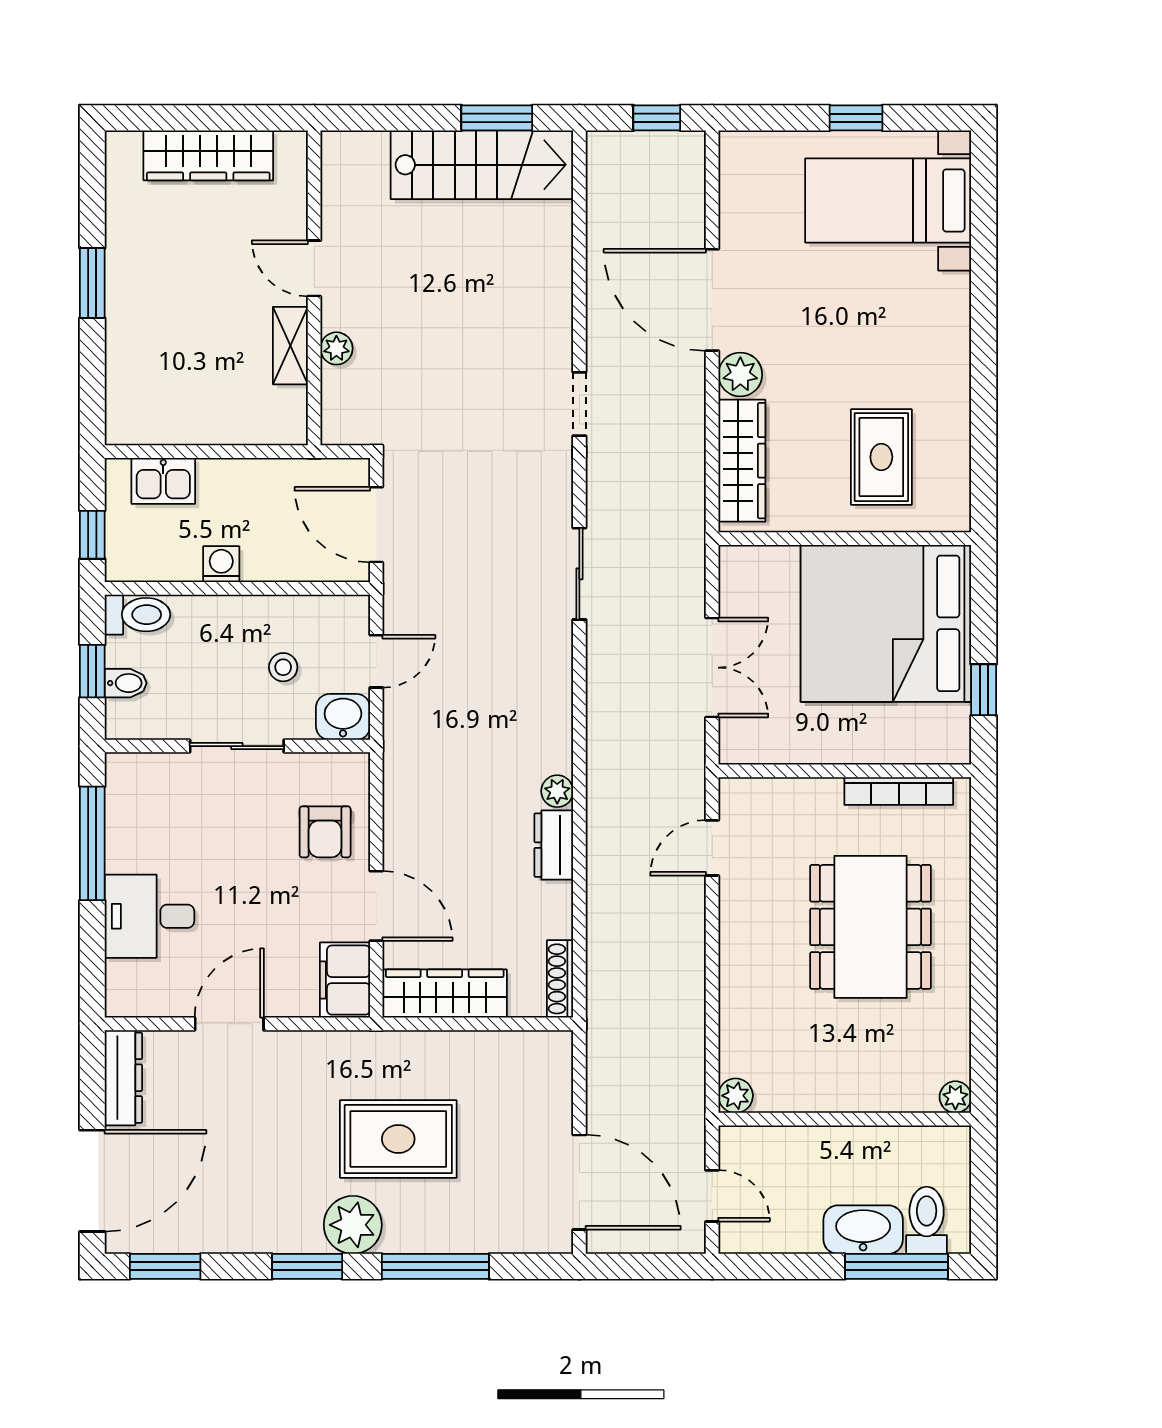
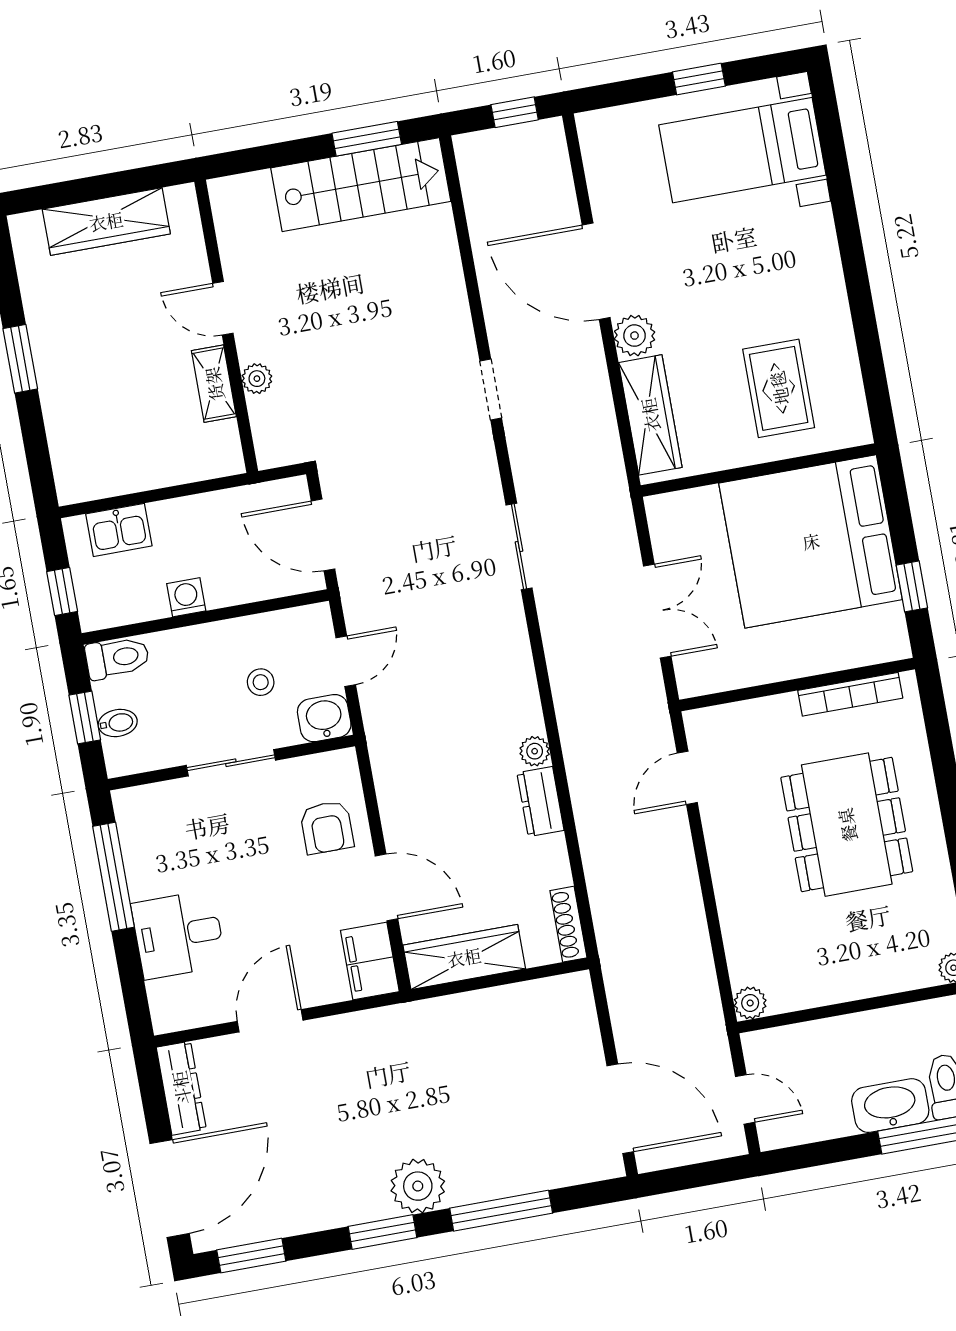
rug: (398, 1139) -> (446, 1099), removed

